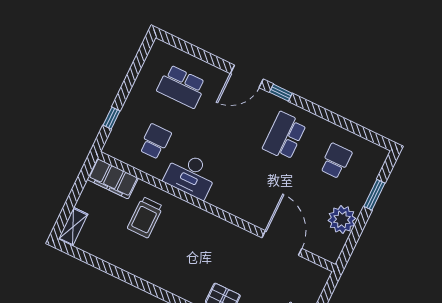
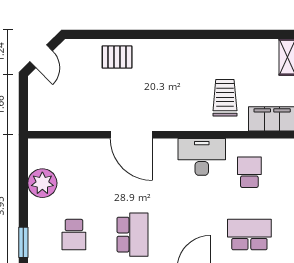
school desk: (155, 141) -> (249, 172), turned 180
window: (374, 195) -> (23, 242), moved
door: (282, 243) -> (131, 135), moved

